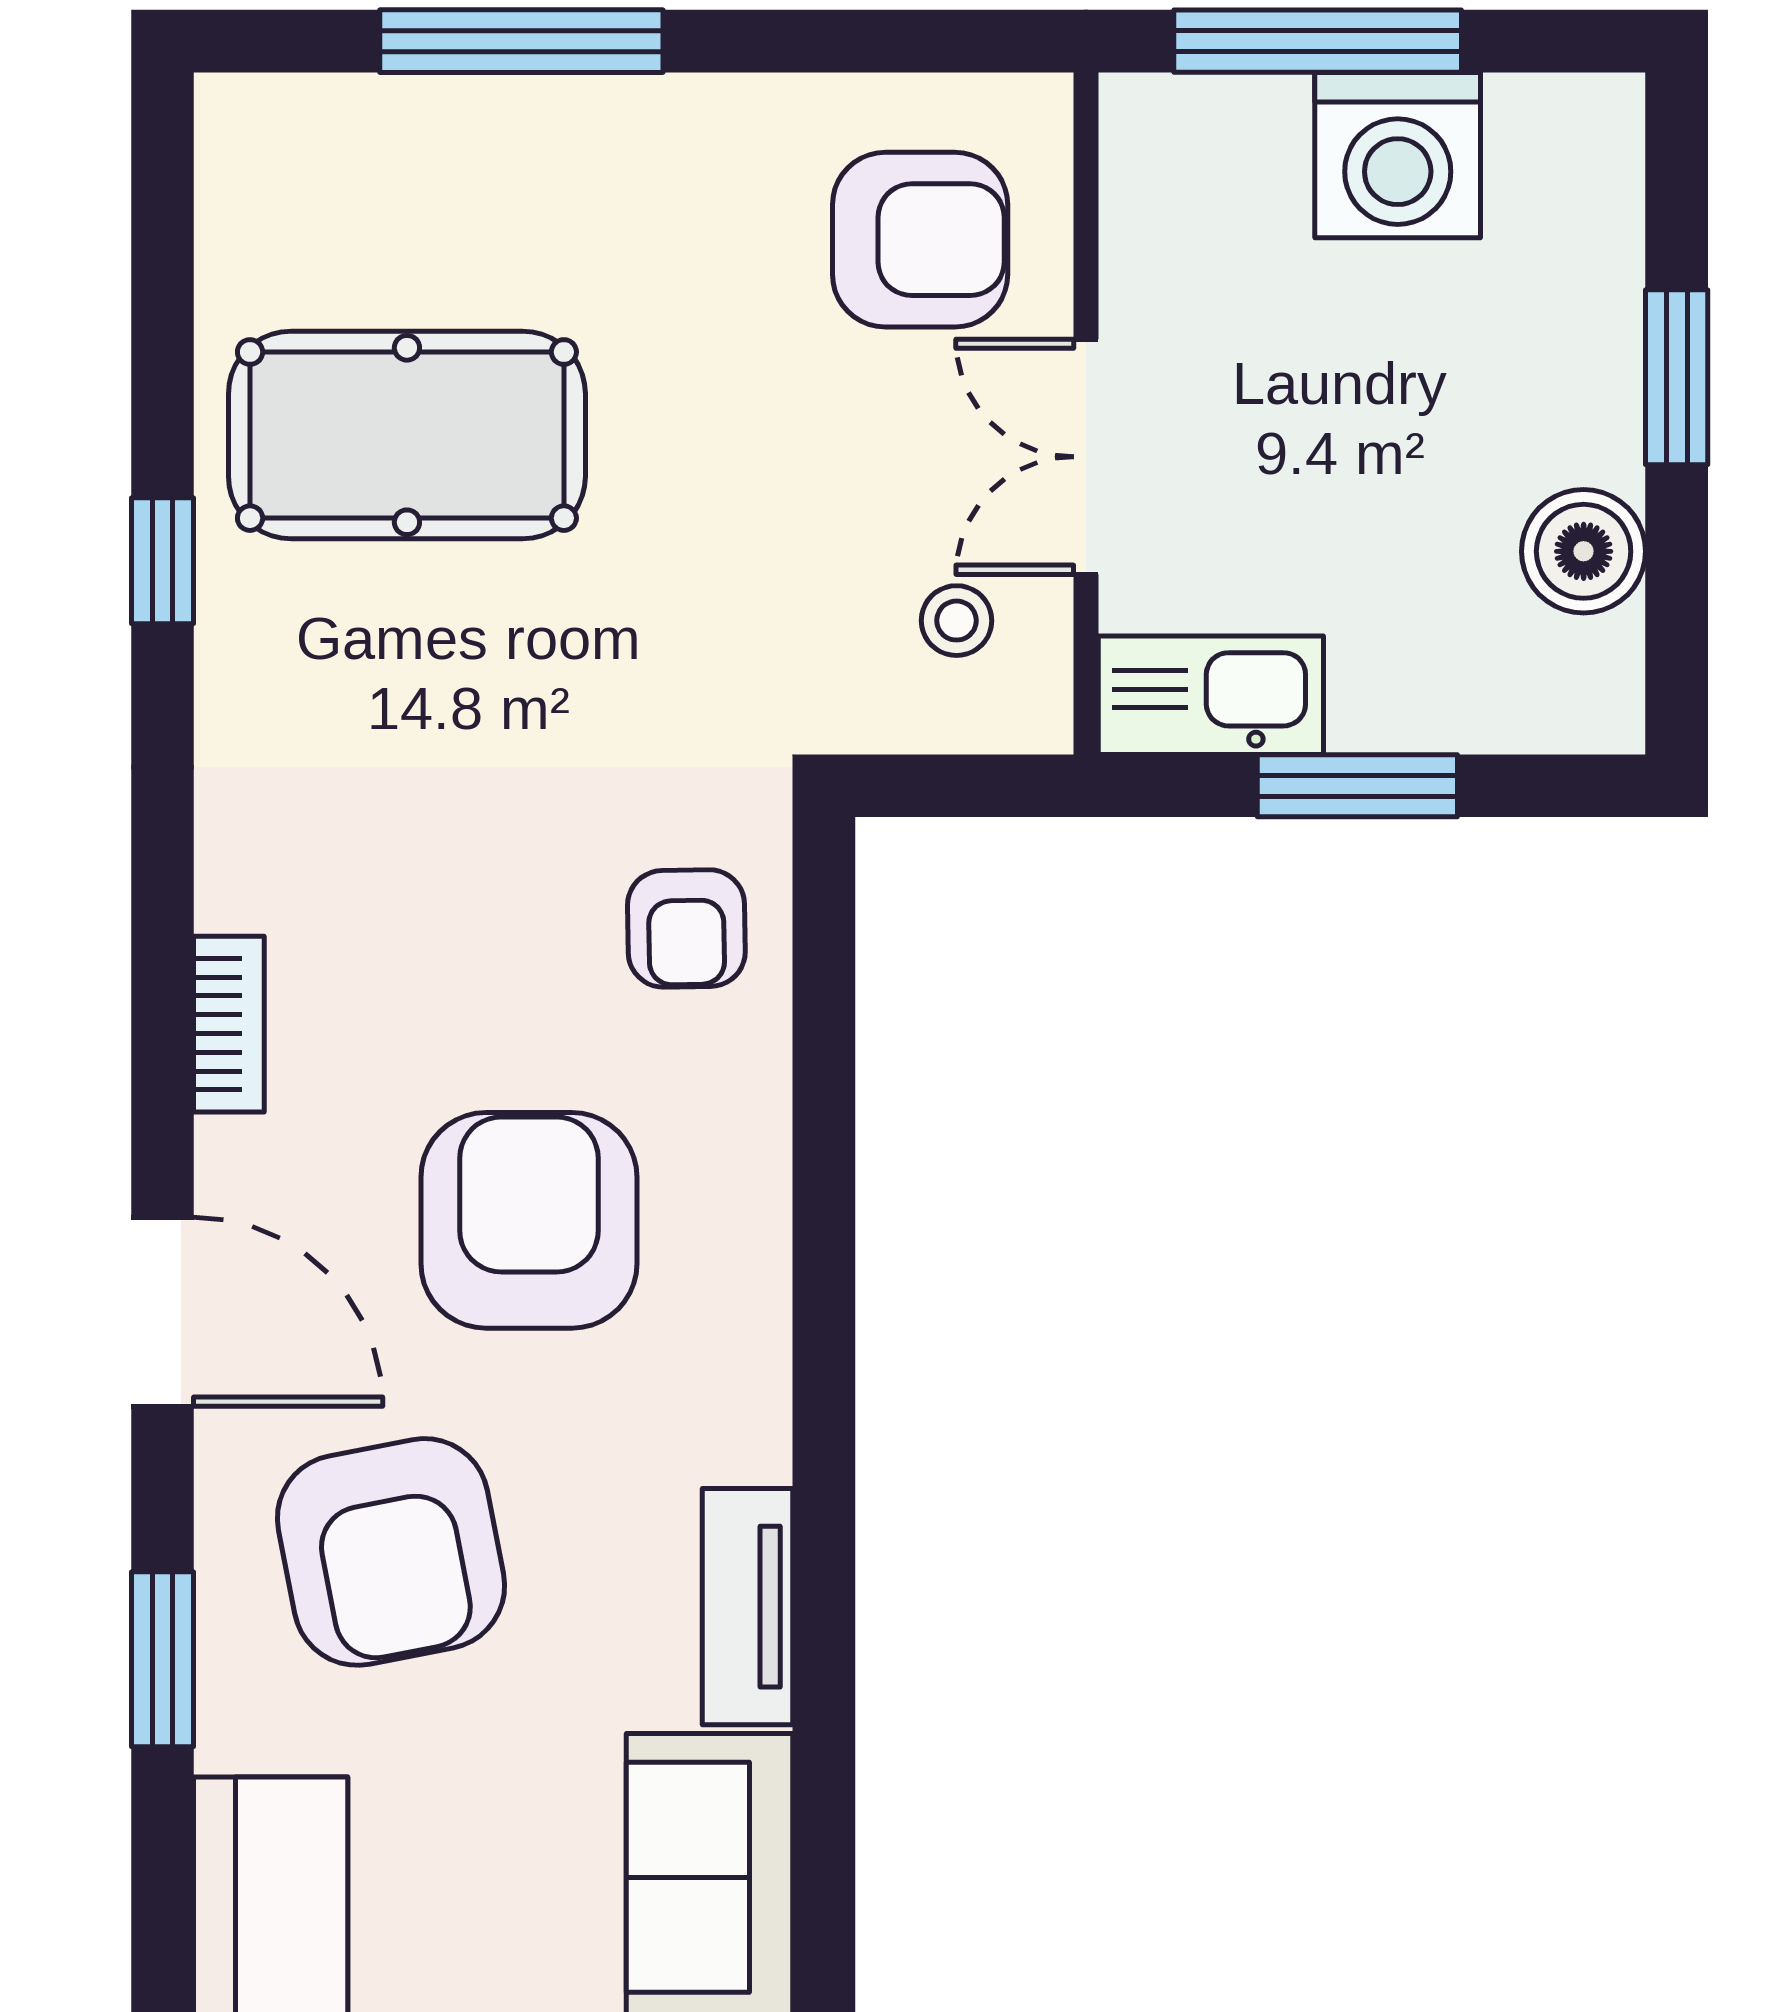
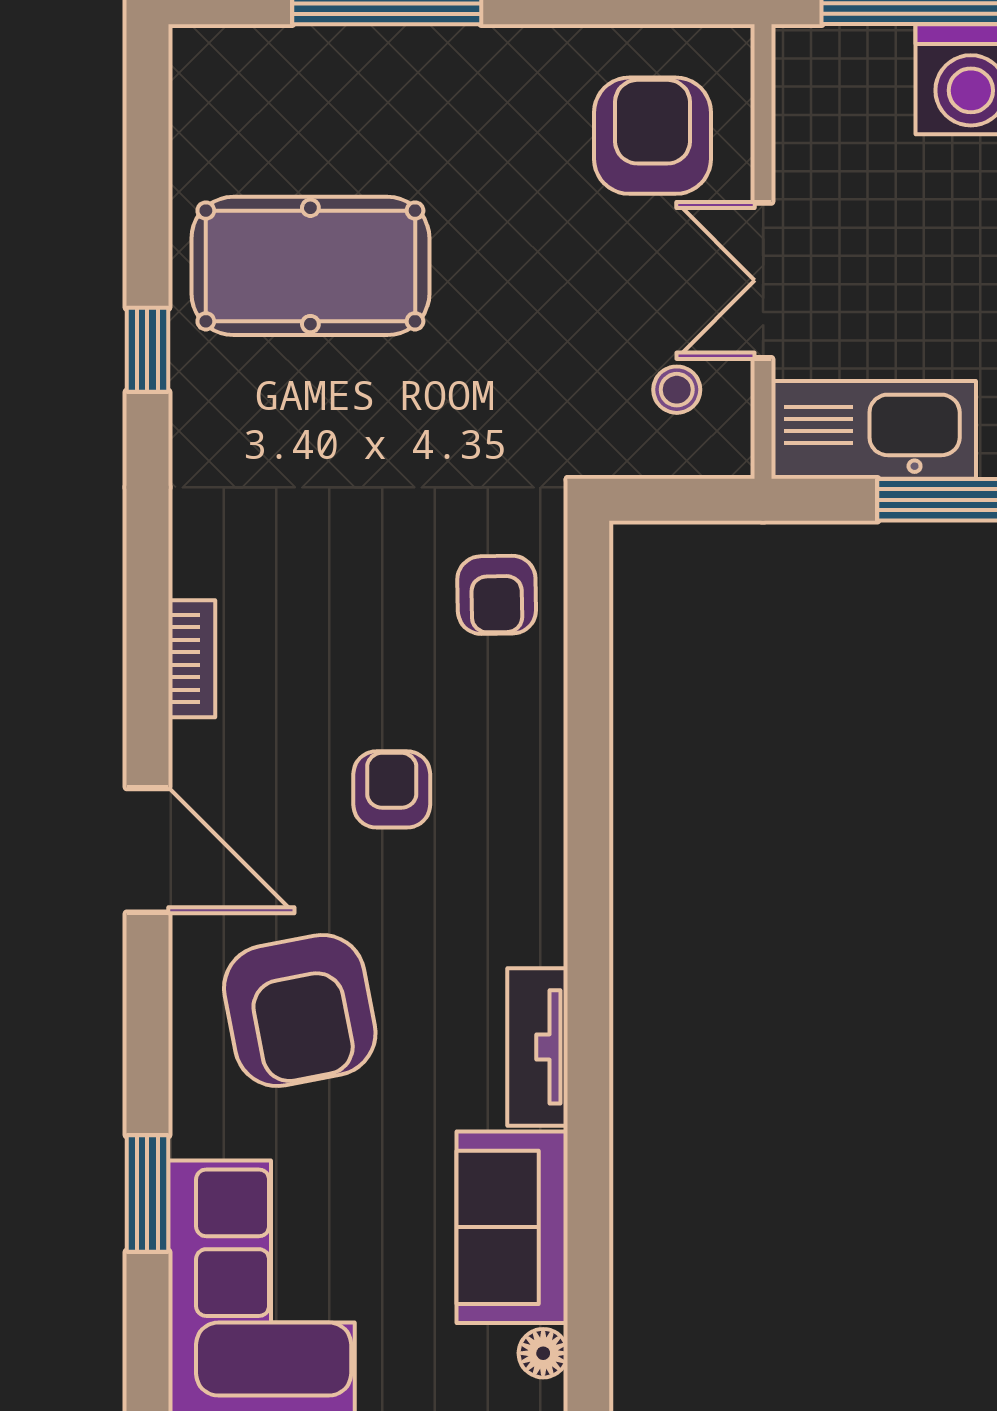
armchair: (920, 240) -> (652, 136), turned -90
kitchen sink: (1211, 695) -> (874, 430), width x1.36, depth x1.24
armchair: (529, 1220) -> (392, 789), width x0.53, depth x0.53
window: (162, 1659) -> (147, 1194), moved

